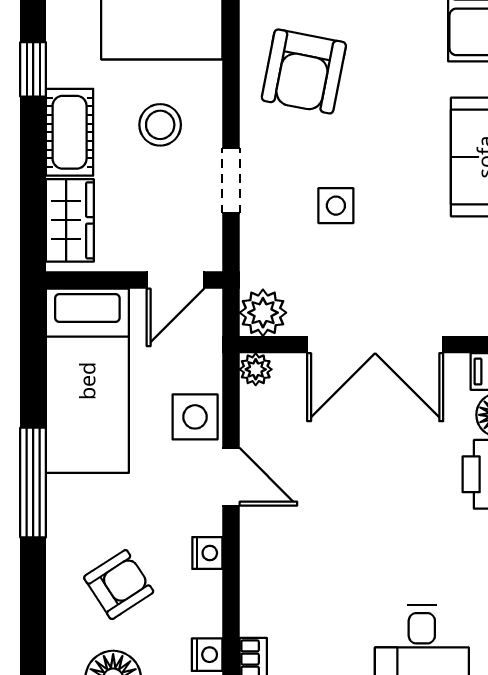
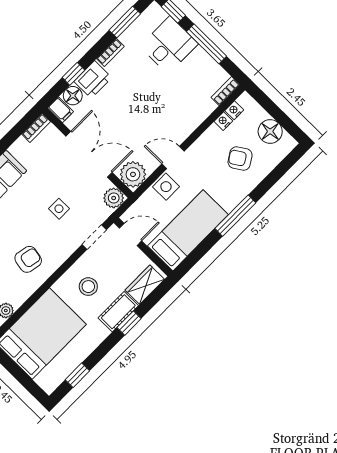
window: (33, 69) -> (129, 323), moved
armchair: (304, 71) -> (28, 259), width x0.72, depth x0.72
doorway: (231, 181) -> (94, 237), moved
plant: (256, 369) -> (133, 174), width x1.87, depth x1.87
door: (231, 477) -> (173, 157), hinge flipped
nightstand: (207, 553) -> (223, 121), moved

